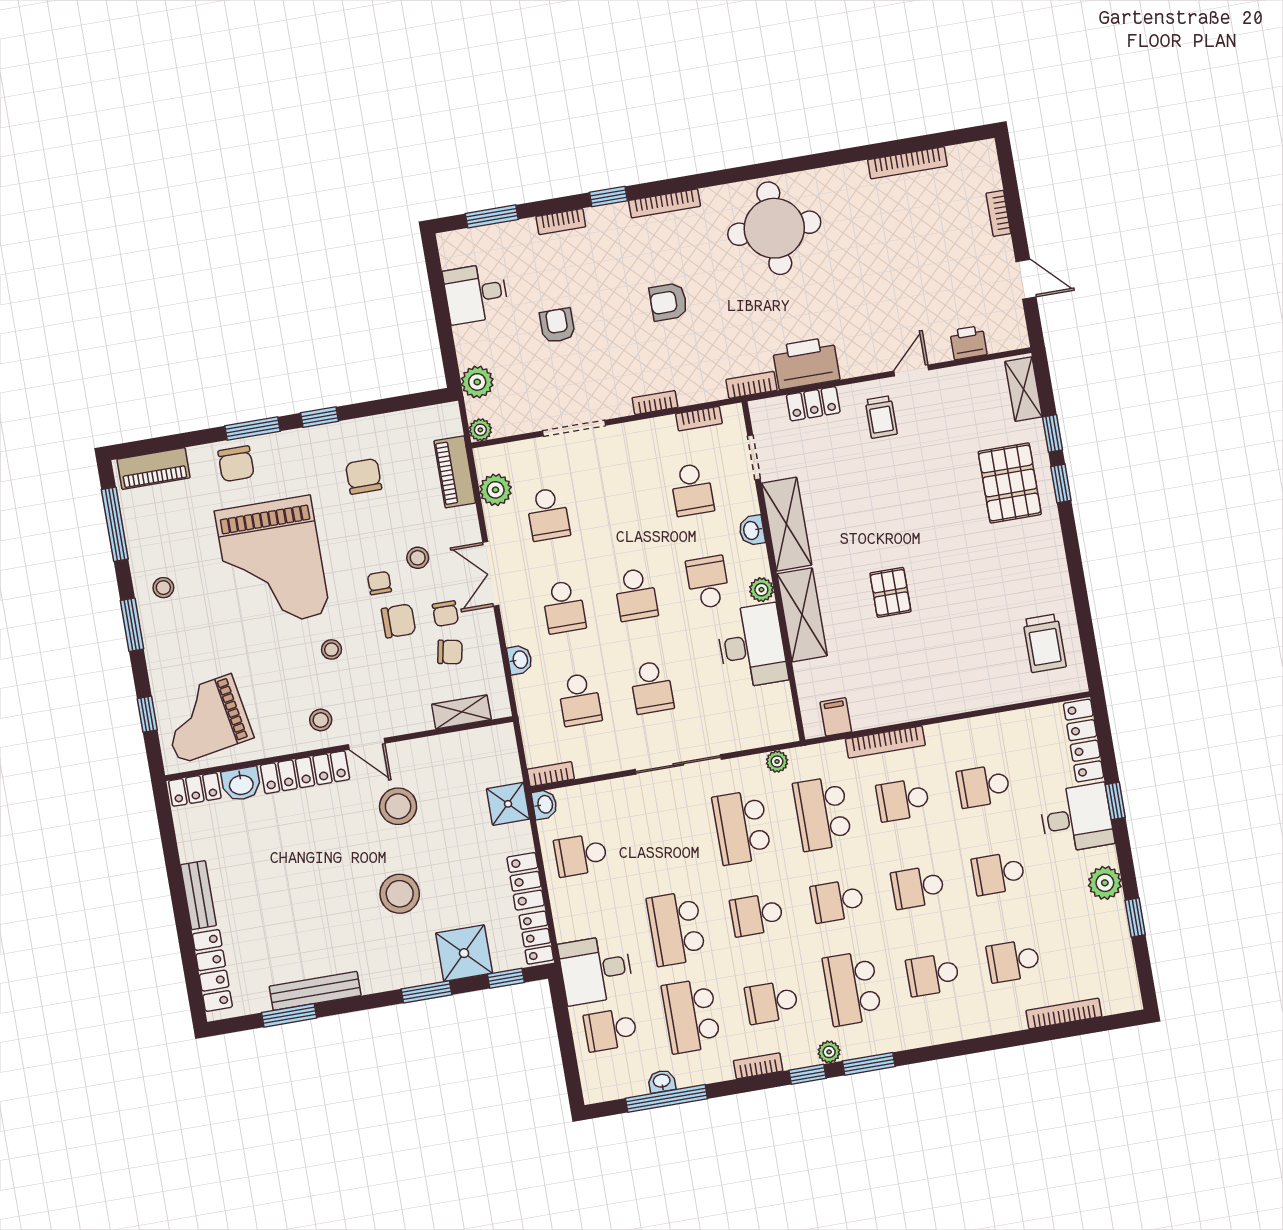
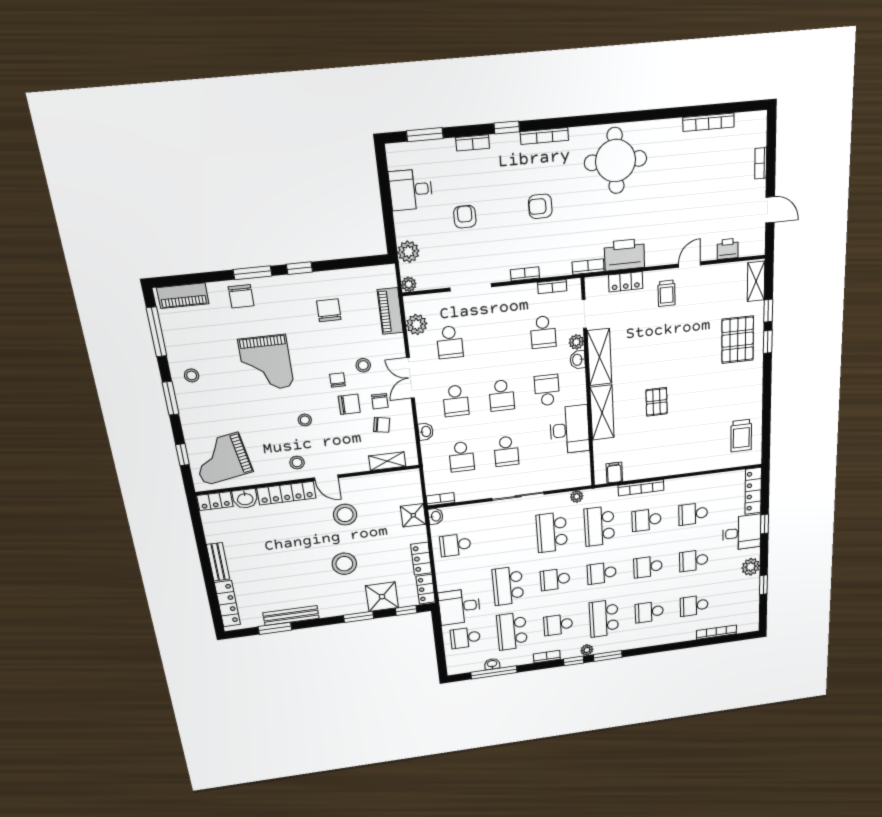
grand piano: (272, 563) -> (266, 363), width x0.73, depth x0.68
plant: (761, 590) -> (576, 342), moved

